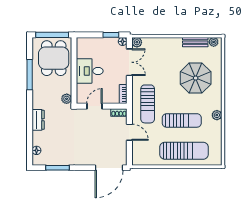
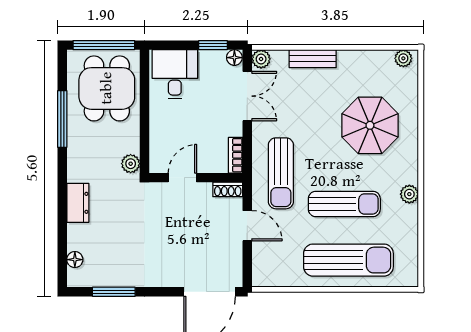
bench: (195, 42) -> (313, 59), moved
desk: (90, 71) -> (175, 74), moved, turned 90

